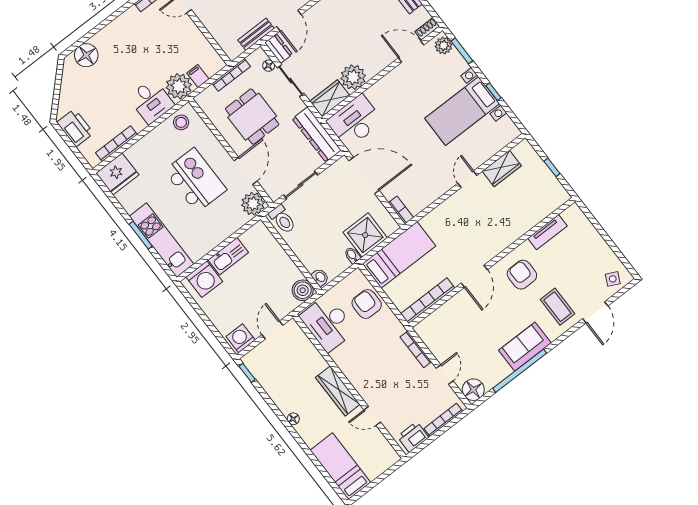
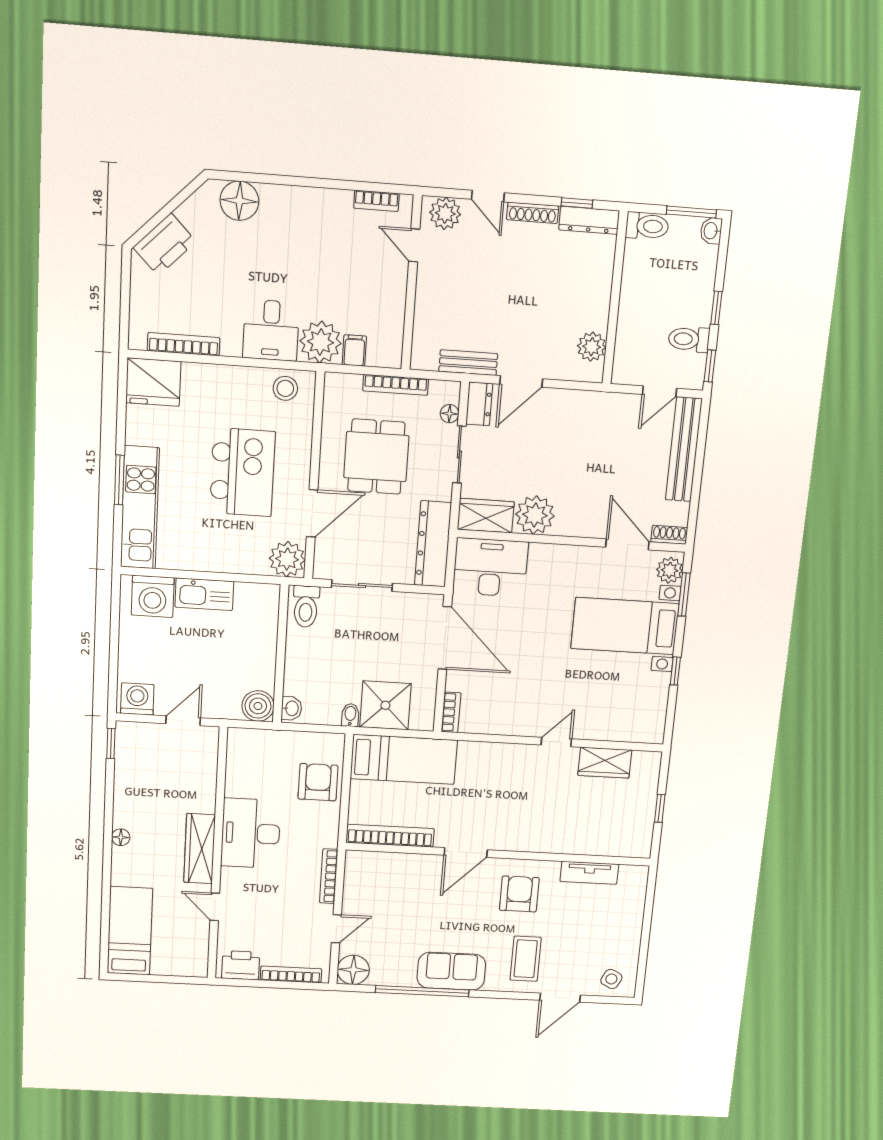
bed with nightstands: (462, 111) -> (625, 626), moved
printer: (75, 128) -> (164, 244), moved, turned 45
desk: (328, 323) -> (251, 833), moved

